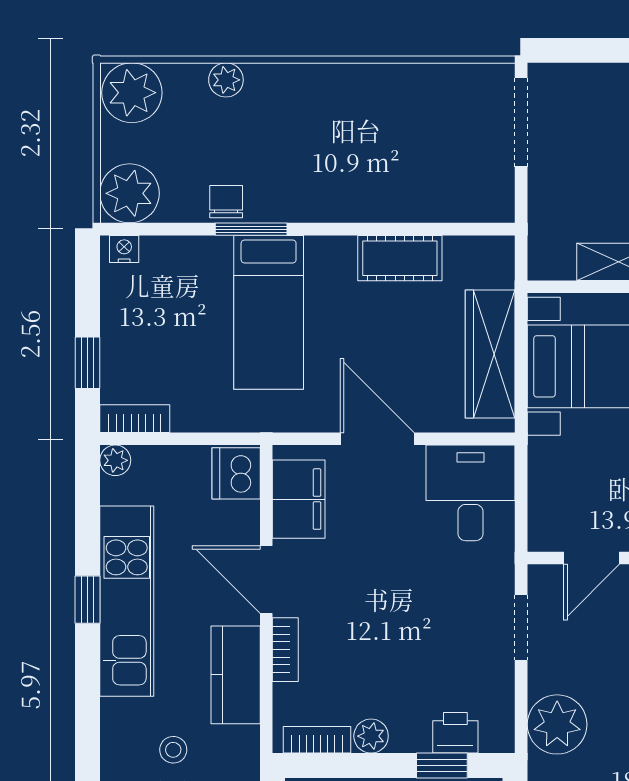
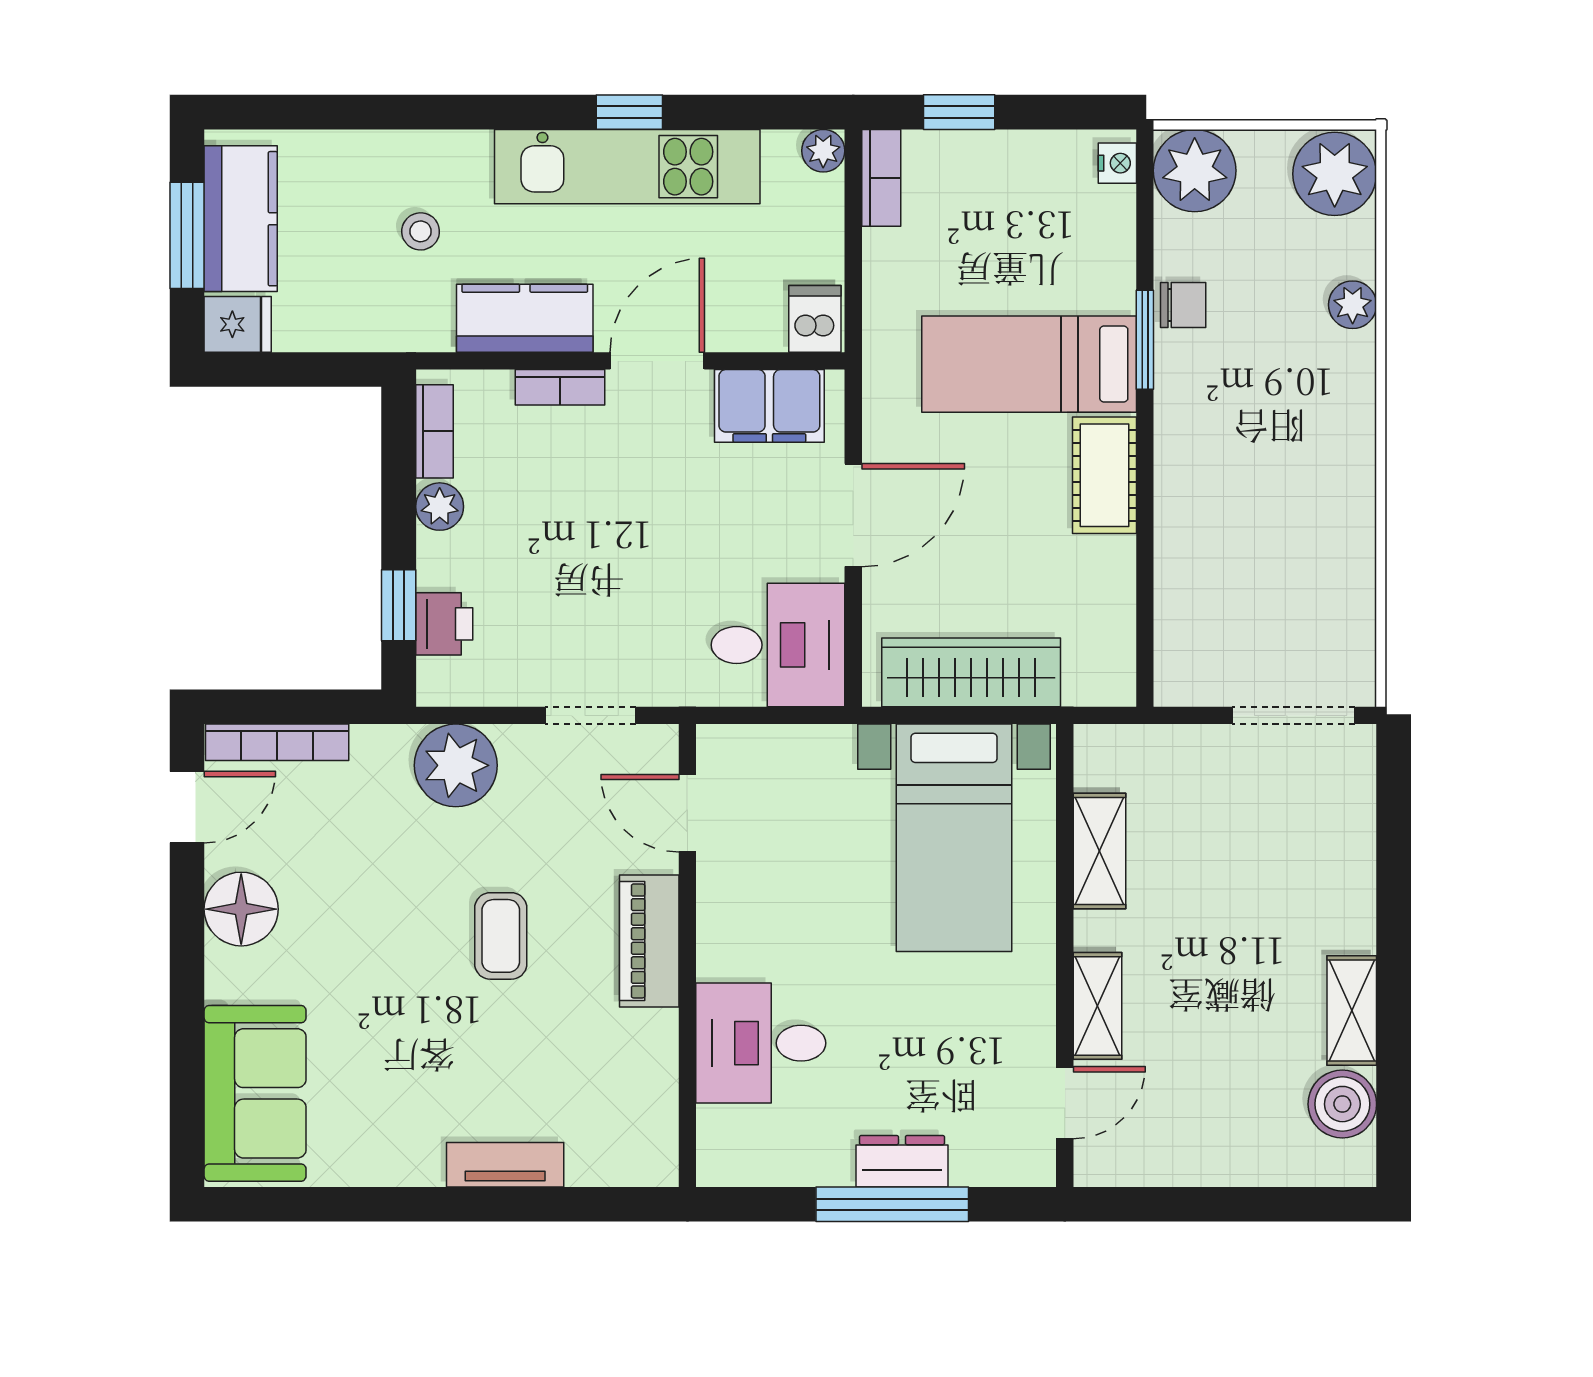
cot: (400, 258) -> (1105, 475), moved
dishwasher: (236, 473) -> (815, 319), width x0.73

